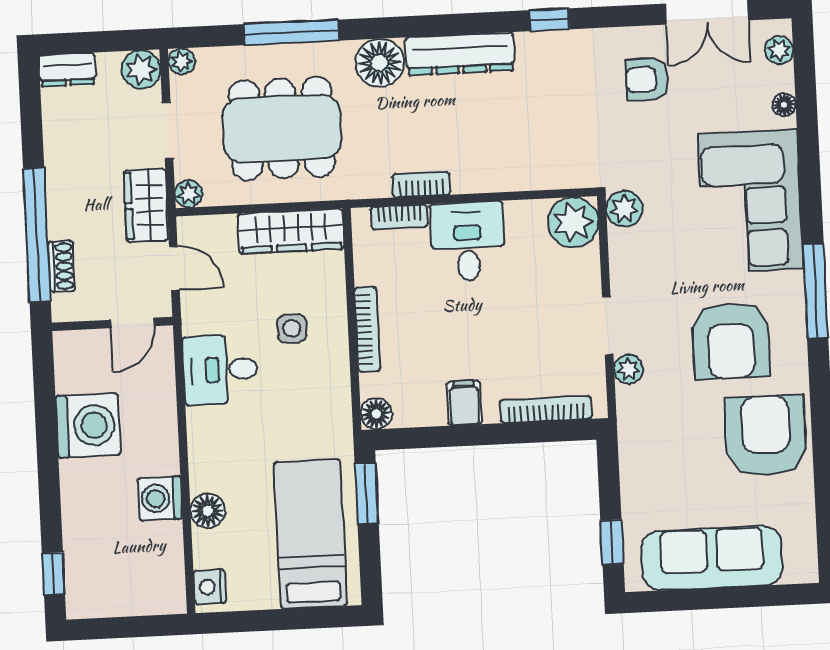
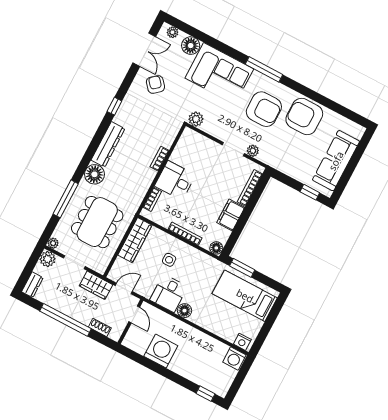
armchair: (647, 79) -> (155, 84), turned 140
floor lamp: (784, 105) -> (191, 46), width x1.89, depth x1.89
bookcase: (421, 185) -> (159, 159), moved
plant: (189, 194) -> (101, 268), removed
plant: (573, 222) -> (190, 140), removed
window: (37, 235) -> (65, 320), moved
filing cabinet: (464, 403) -> (231, 215), width x2.00
washing machine: (160, 498) -> (234, 358), moved
floor lamp: (208, 511) -> (184, 311), moved

